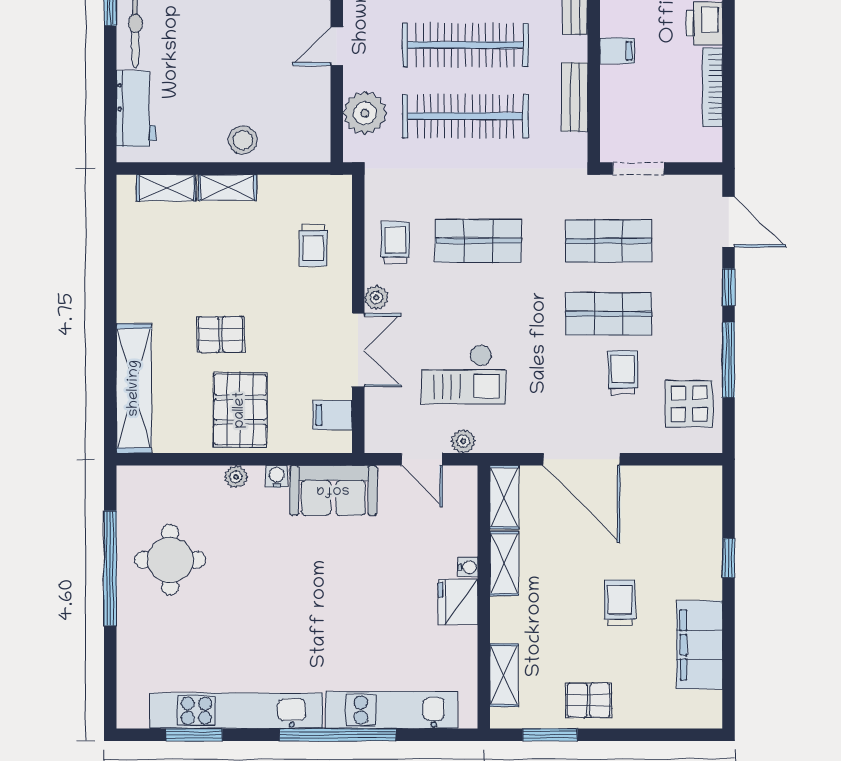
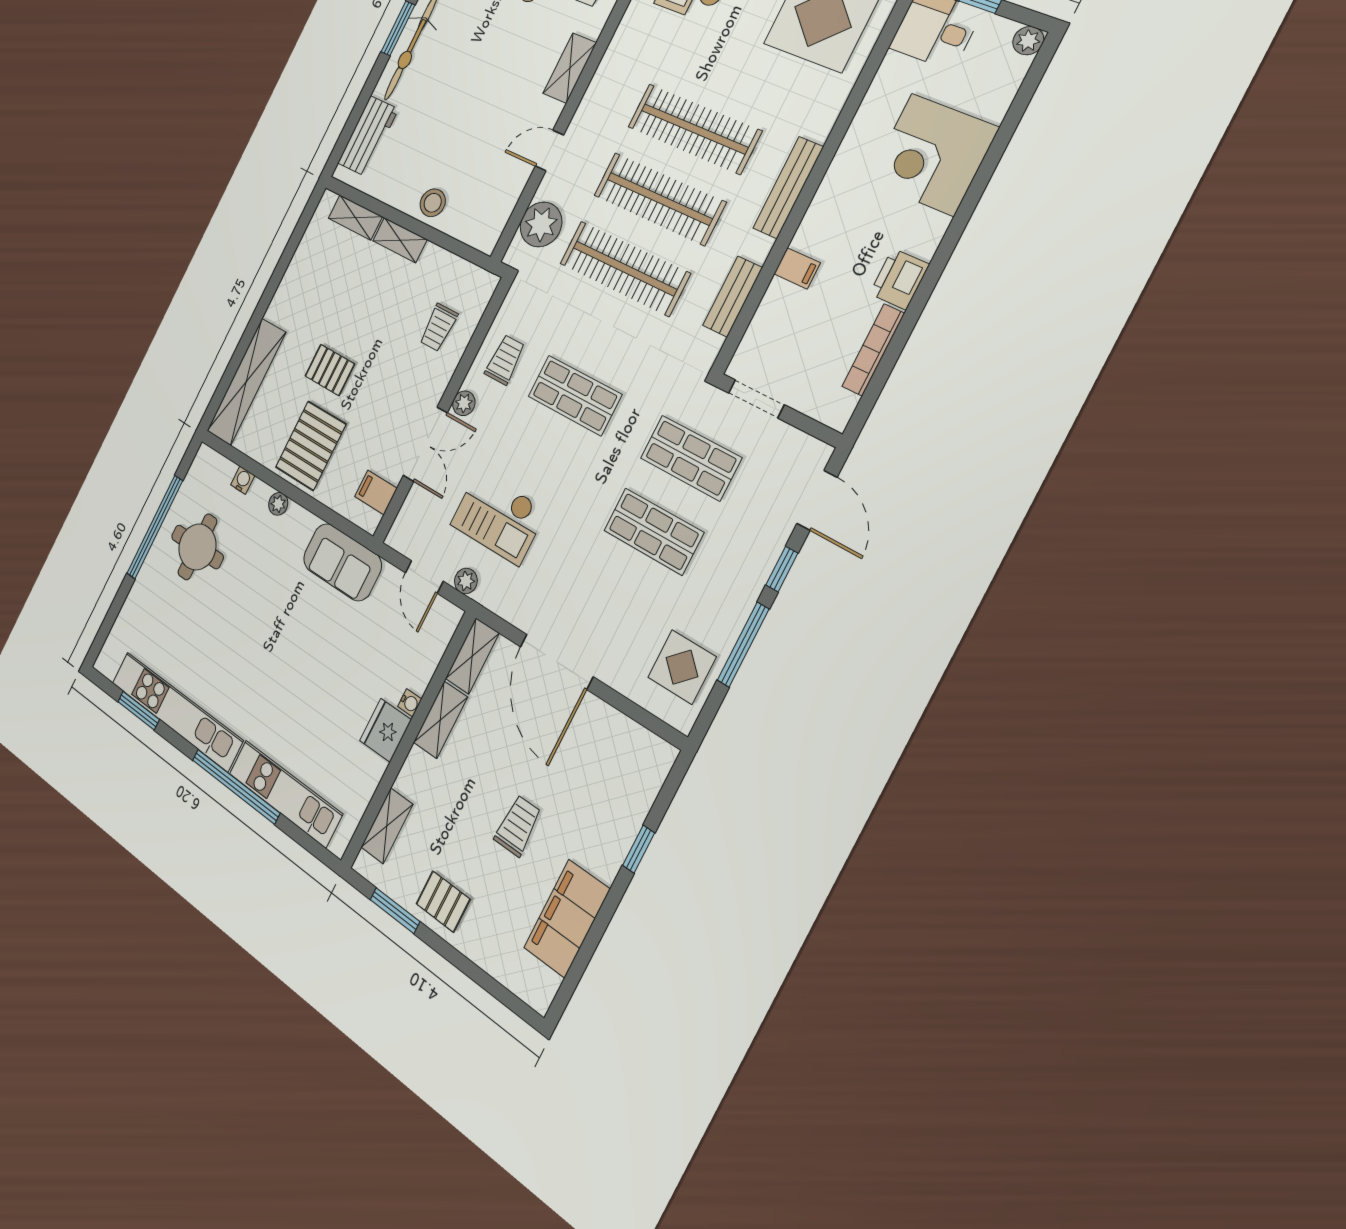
trolley: (623, 373) -> (637, 598), removed
water cooler: (277, 476) -> (243, 480), moved

